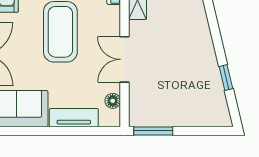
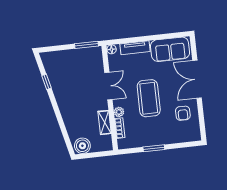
plant: (112, 15) -> (119, 112), added
floor lamp: (113, 101) -> (112, 49), moved

